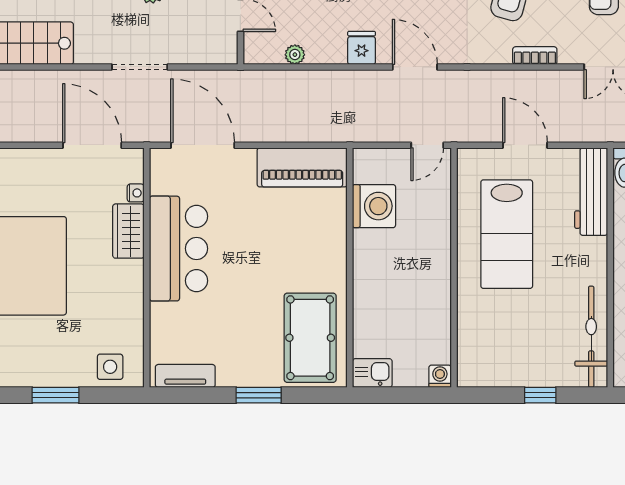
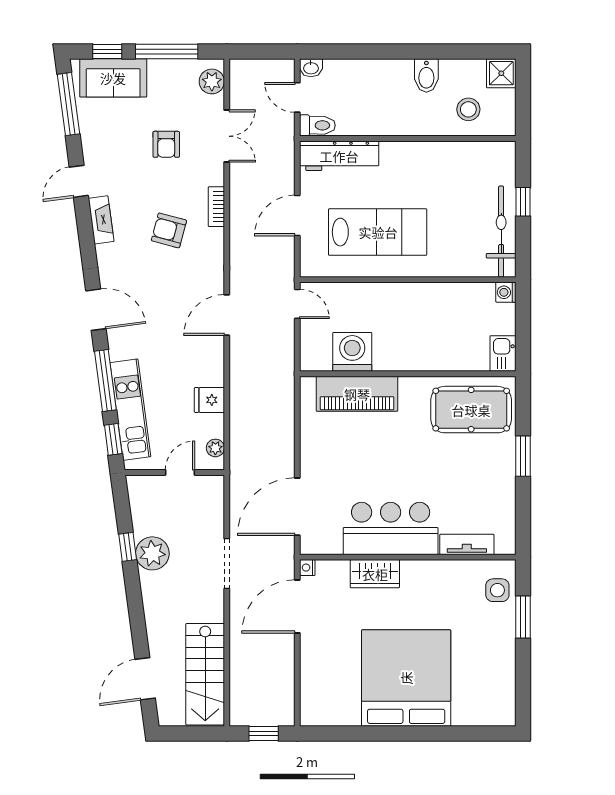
fridge: (362, 48) -> (209, 400), moved
plant: (295, 55) -> (215, 448), moved
piano: (302, 167) -> (357, 394), moved, turned 90
nightstand: (136, 193) -> (307, 568), moved, turned -90
bicycle: (591, 337) -> (501, 232), moved, turned 90
tv unit: (185, 376) -> (467, 544), moved, turned 90
window: (56, 395) -> (523, 617), moved

